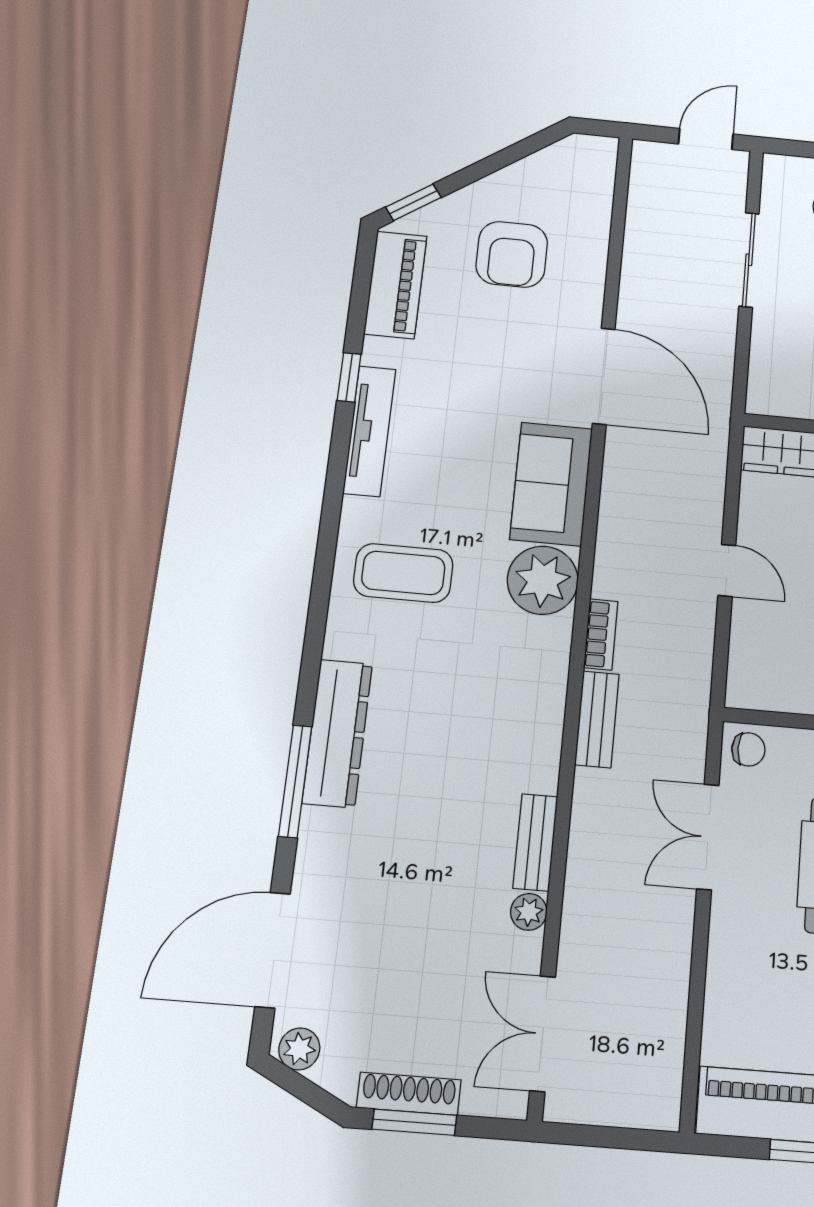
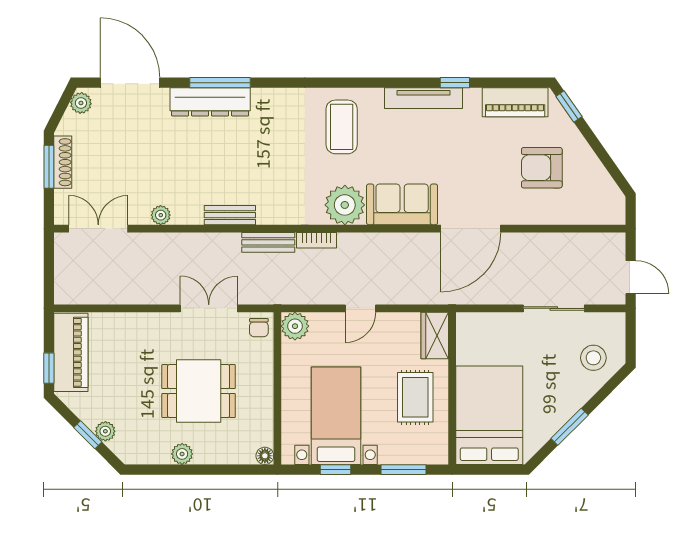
plant: (750, 686) -> (295, 326), added
dresser: (337, 733) -> (210, 102), moved
bench: (535, 842) -> (230, 215), moved

